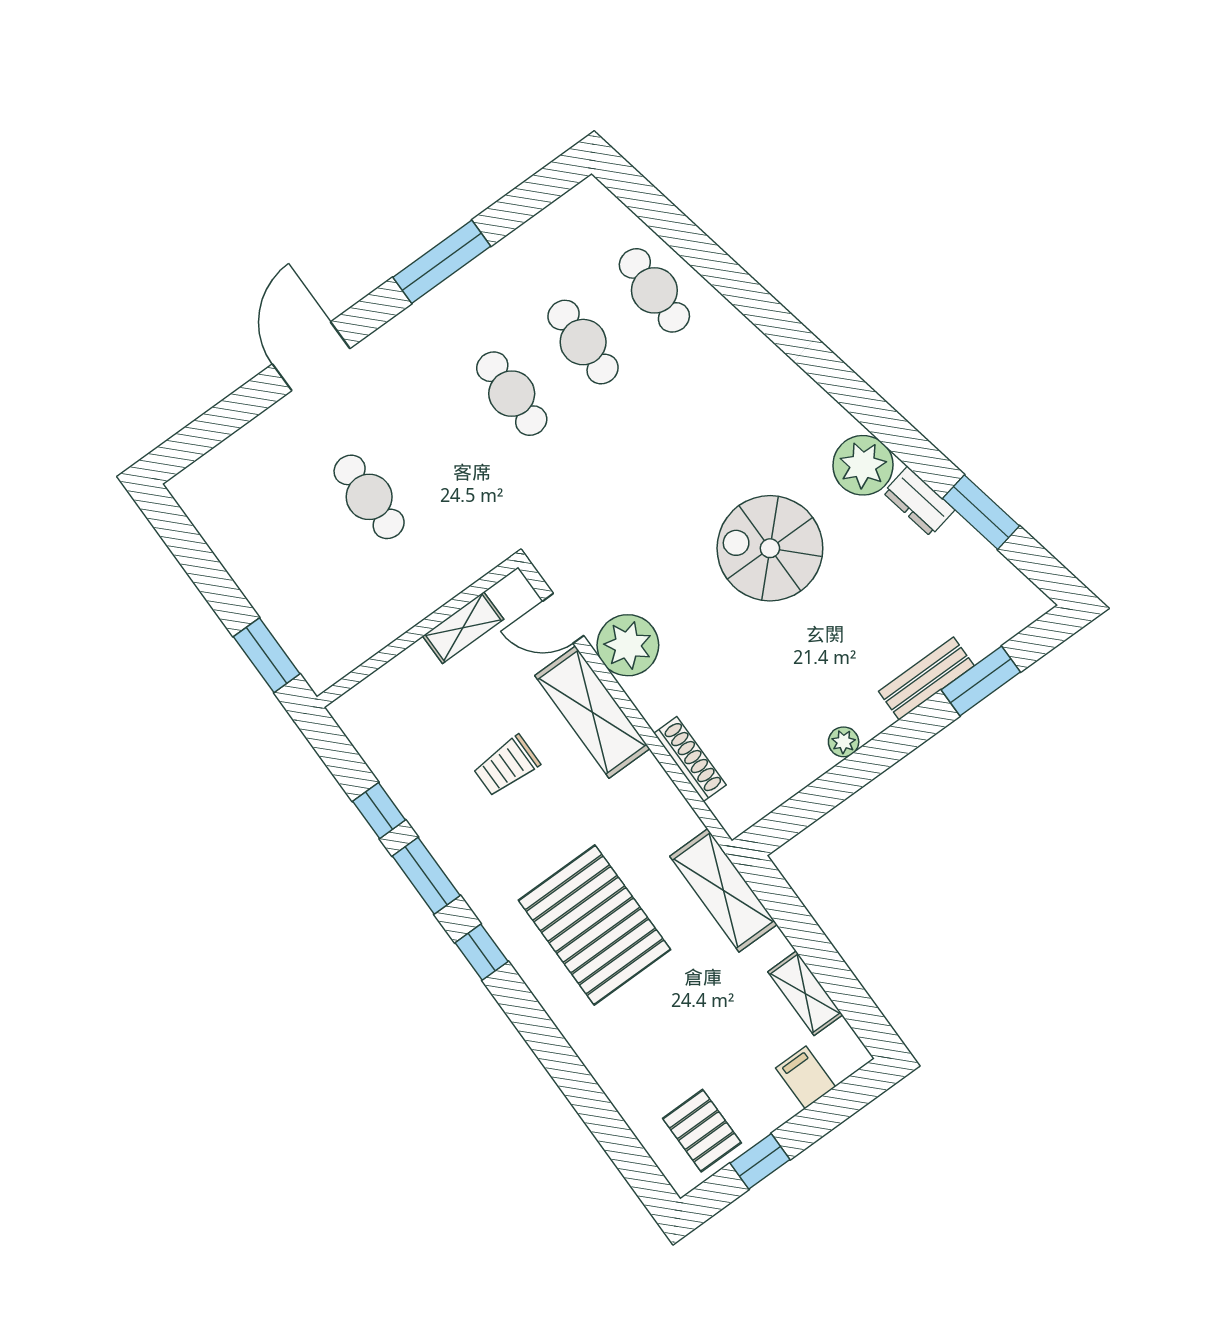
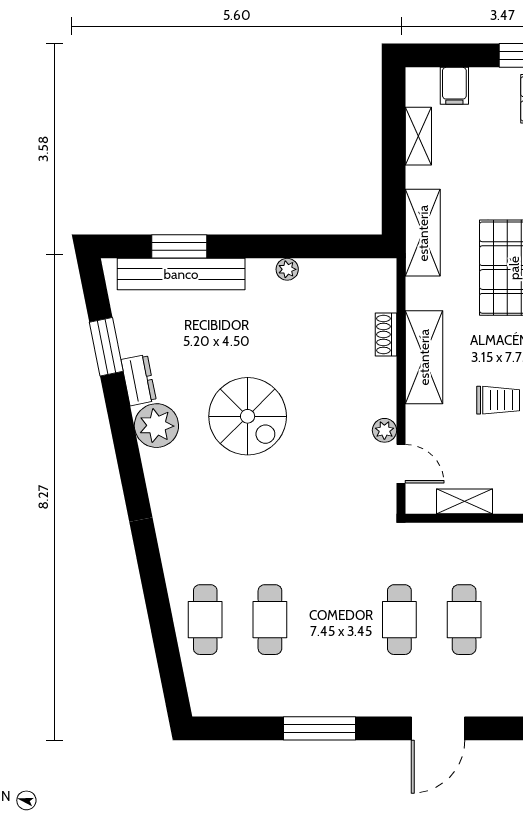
cafe table: (512, 394) -> (399, 620), moved
plant: (628, 645) -> (384, 430), width x0.53, depth x0.53
bench: (926, 679) -> (181, 274), width x1.86, depth x1.21
shelving: (592, 712) -> (424, 357), moved
shoe rack: (690, 759) -> (386, 334), width x0.70

